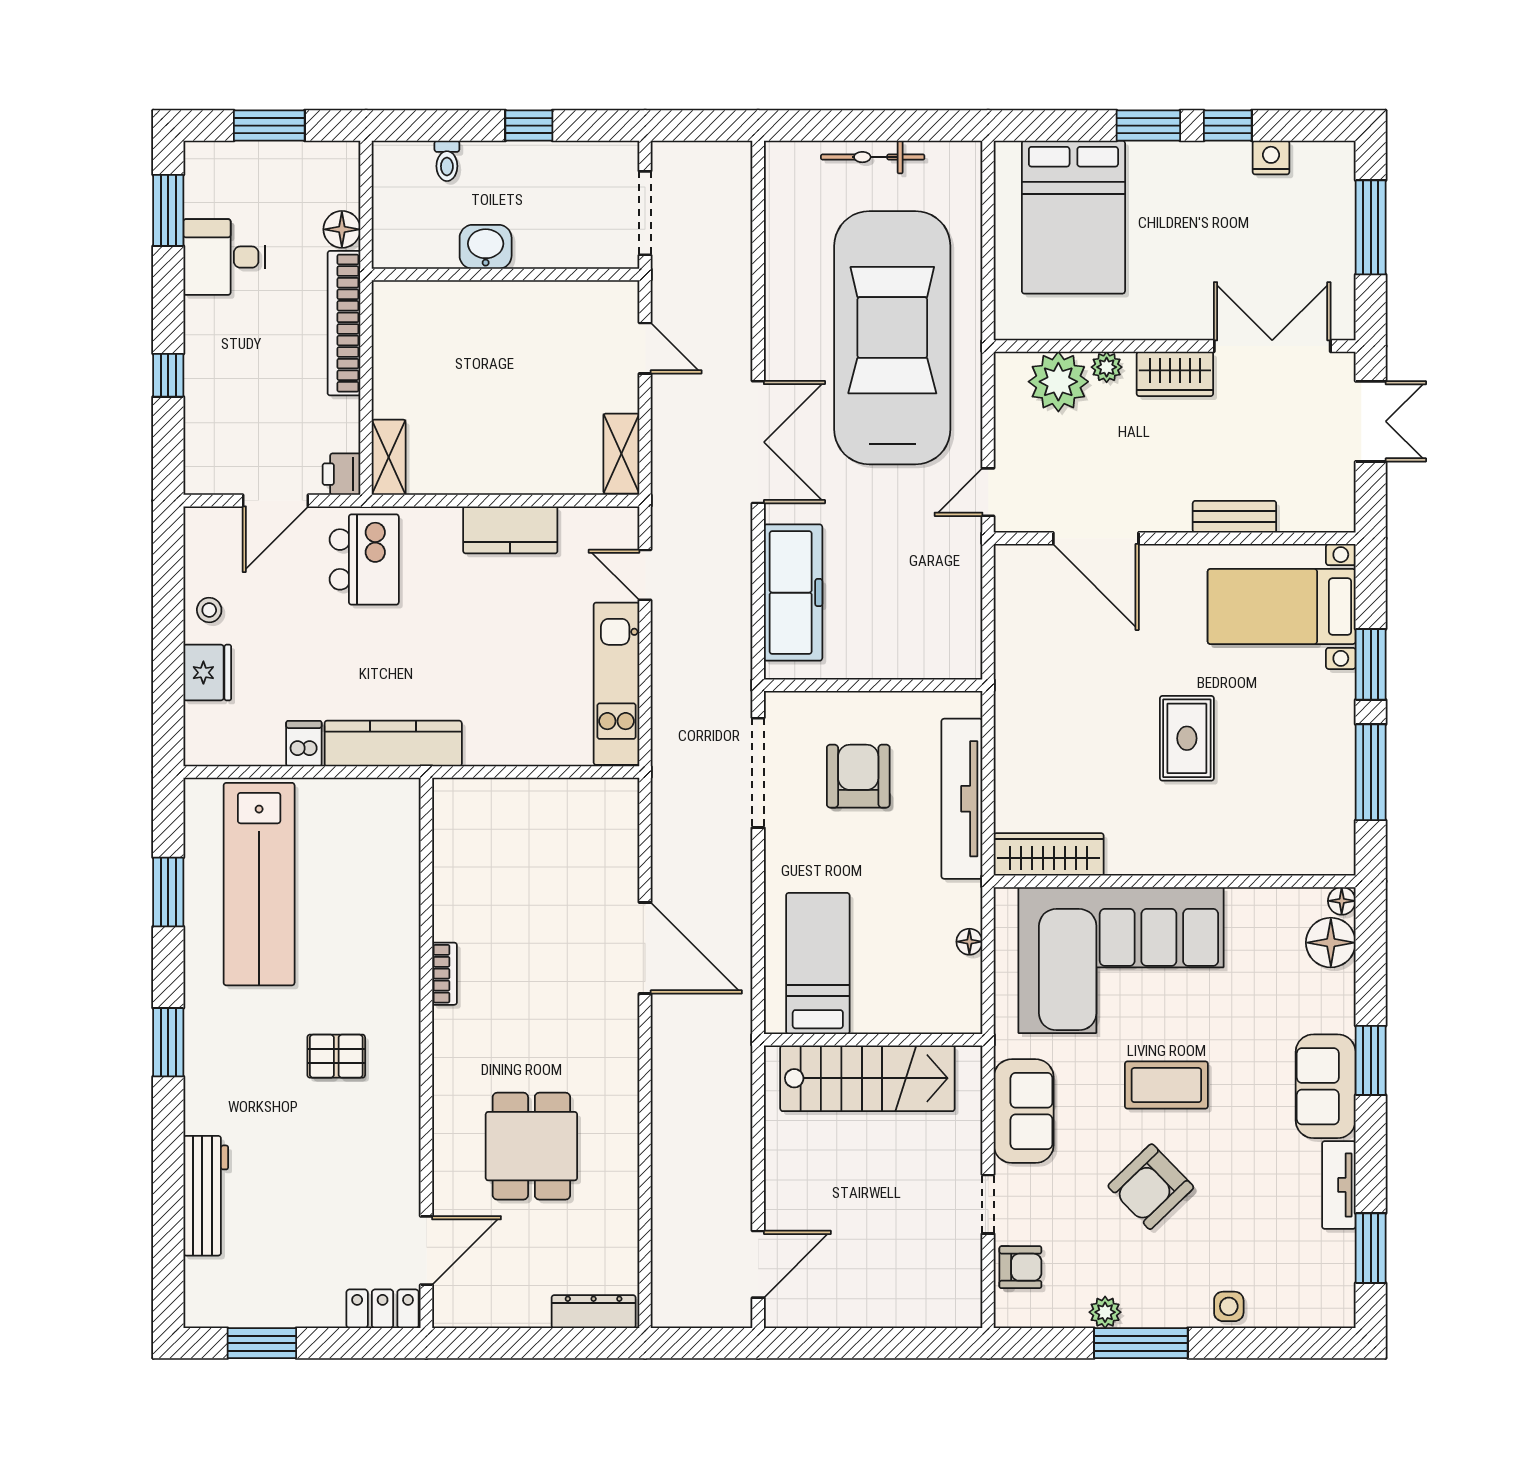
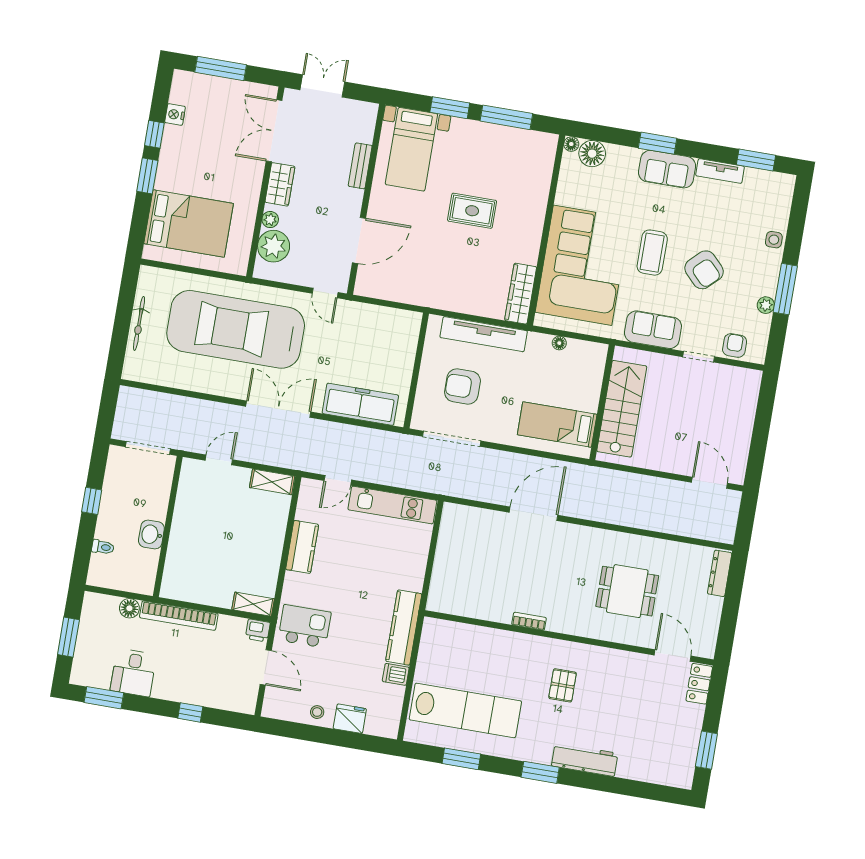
workbench: (206, 1196) -> (585, 760), moved

